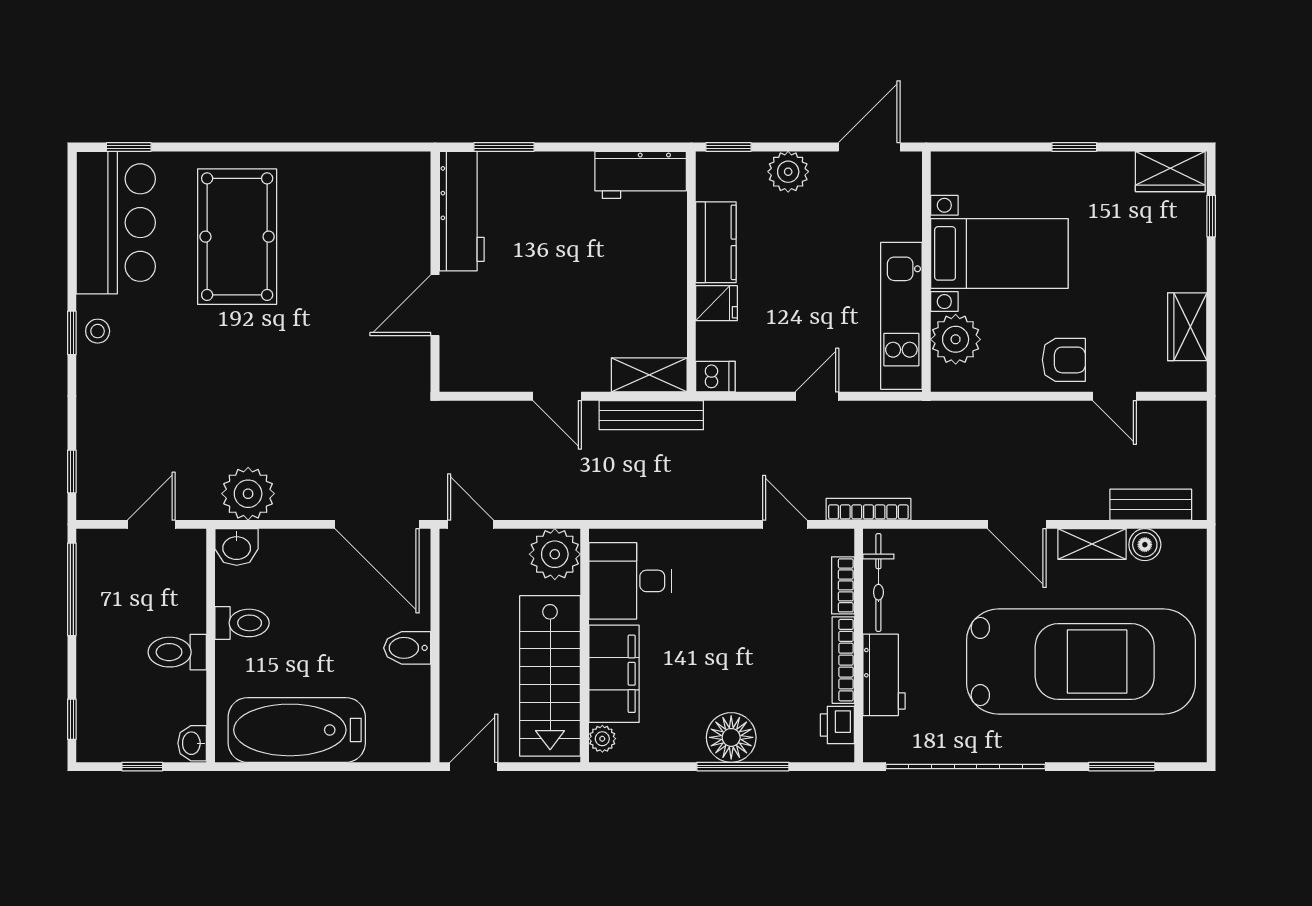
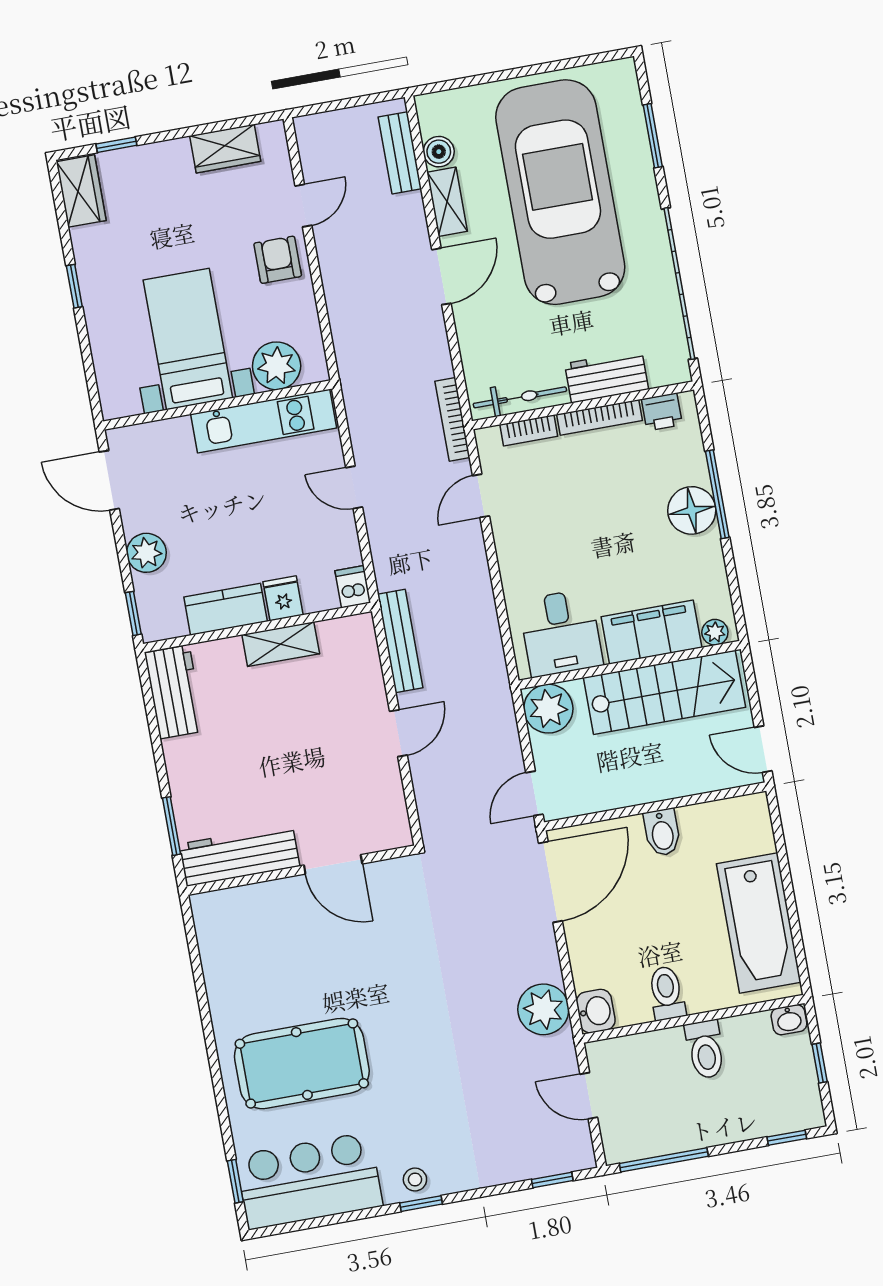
shelving: (649, 375) -> (281, 644), moved, turned 90

